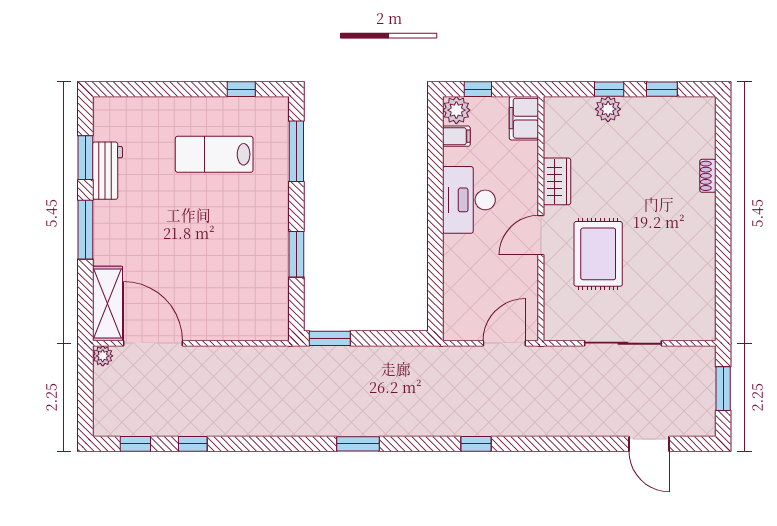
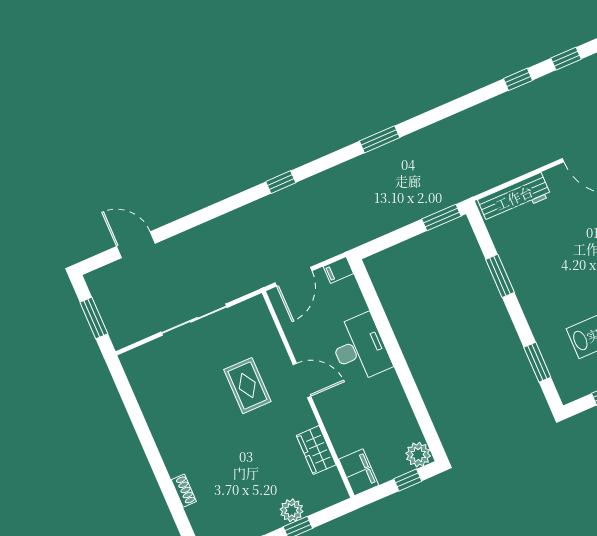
filing cabinet: (456, 136) -> (338, 270), moved
window: (296, 151) -> (537, 362), width x0.69
wardrobe: (557, 181) -> (316, 450), moved
desk: (469, 200) -> (360, 348), moved
door: (541, 235) -> (302, 380), hinge flipped
rug: (598, 254) -> (247, 386), width x0.73, depth x0.70
workbench: (248, 327) -> (514, 198), added

